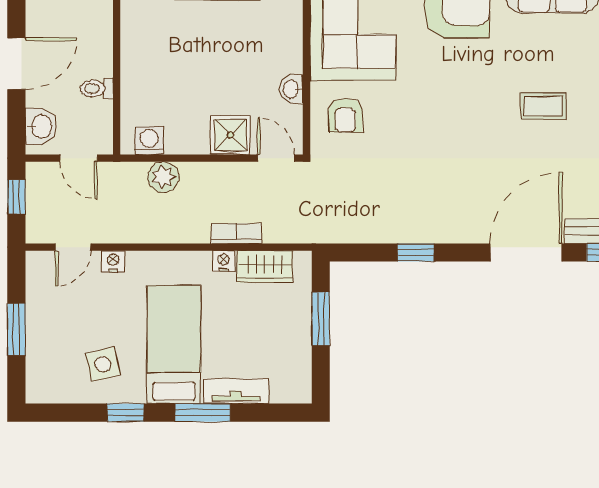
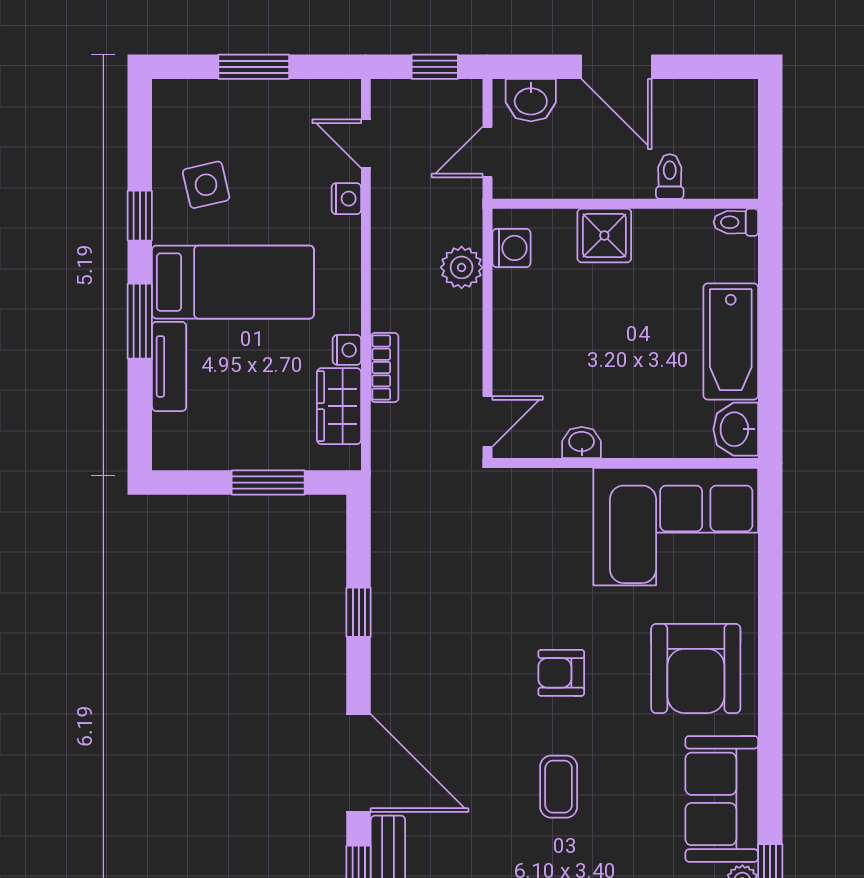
toilet: (97, 89) -> (670, 176), moved
armchair: (345, 115) -> (561, 673), moved
shower: (230, 135) -> (604, 236), moved

